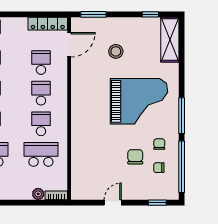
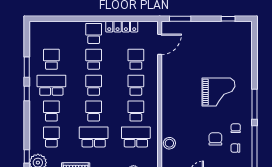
locker: (48, 24) -> (122, 27), moved
shelving: (170, 40) -> (245, 40), removed
stool: (116, 51) -> (169, 143), moved
grand piano: (139, 101) -> (219, 92), width x0.73, depth x0.68

